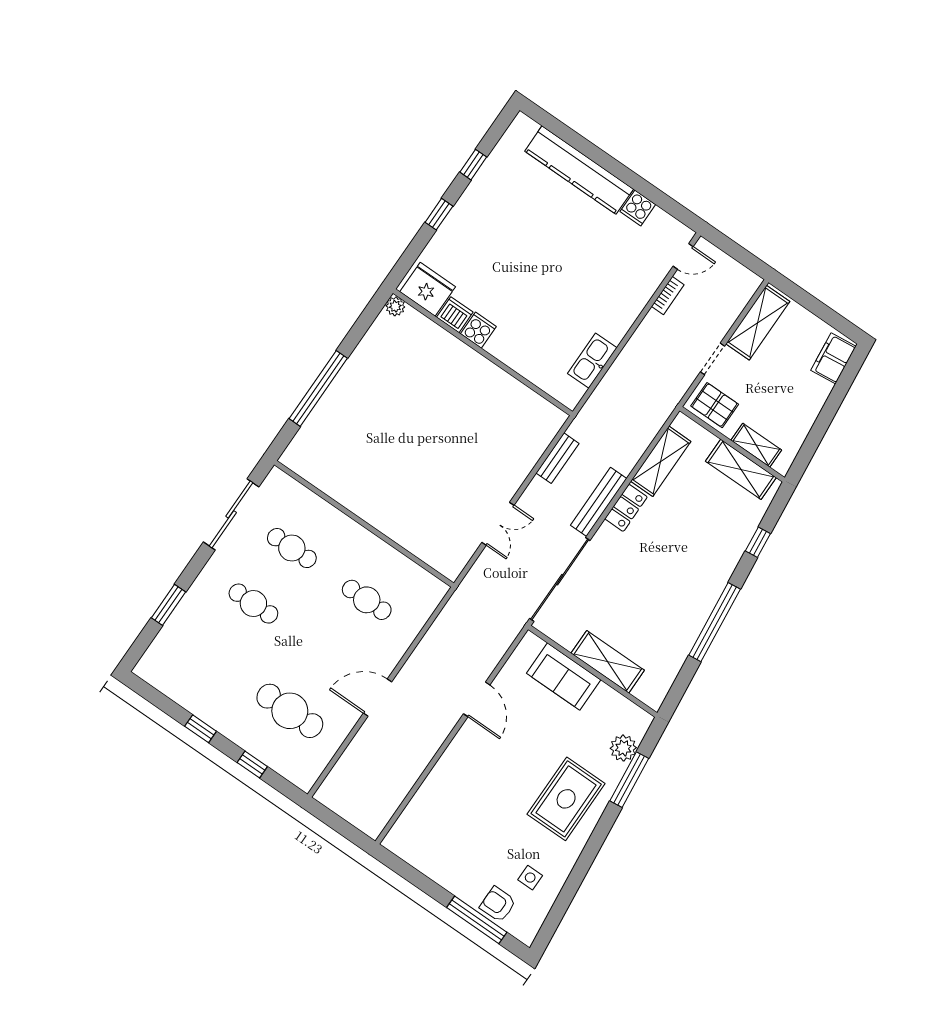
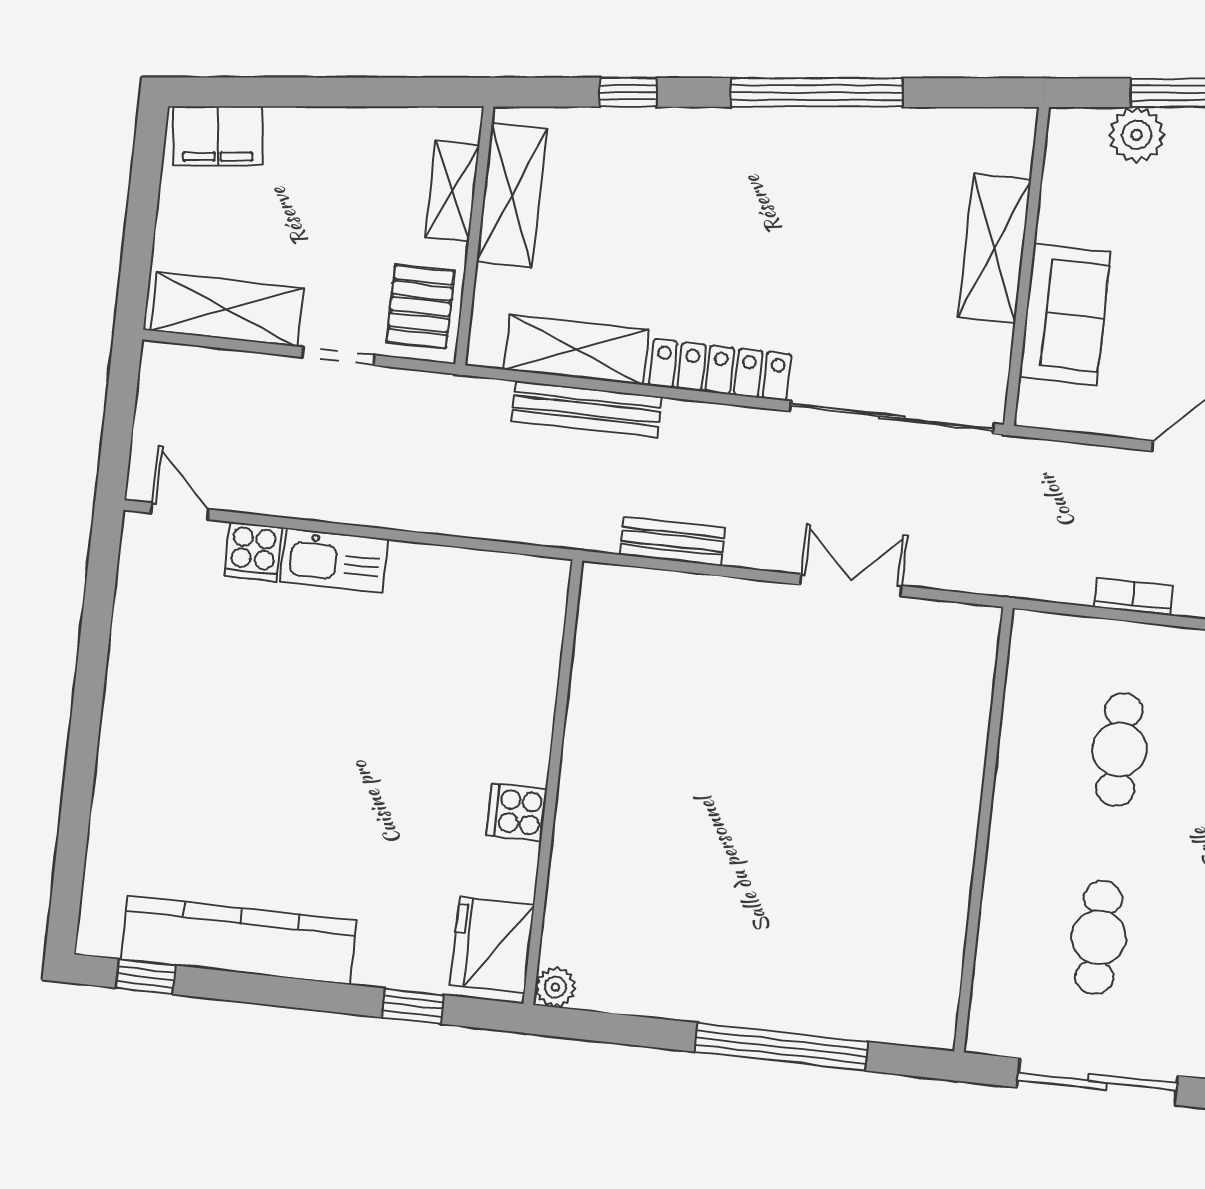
window: (473, 165) -> (146, 977), moved
kitchen counter: (579, 170) -> (239, 940), moved, turned -90
cooker: (638, 208) -> (253, 552), moved, turned 90
window: (439, 214) -> (413, 1006), moved
bookcase: (668, 296) -> (1133, 596), moved
dishwasher: (455, 315) -> (512, 870), removed
kitchen sink: (592, 361) -> (334, 560), moved
bench: (599, 502) -> (587, 409), moved
locker: (626, 508) -> (720, 370), width x1.53

